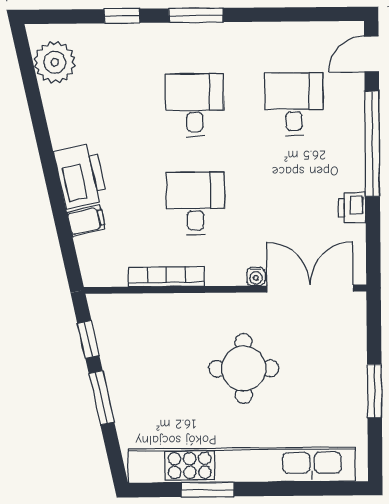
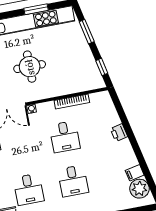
printer: (81, 176) -> (119, 133), width x0.53, depth x0.68
filing cabinet: (86, 221) -> (135, 173), moved
window: (102, 398) -> (87, 32), moved

